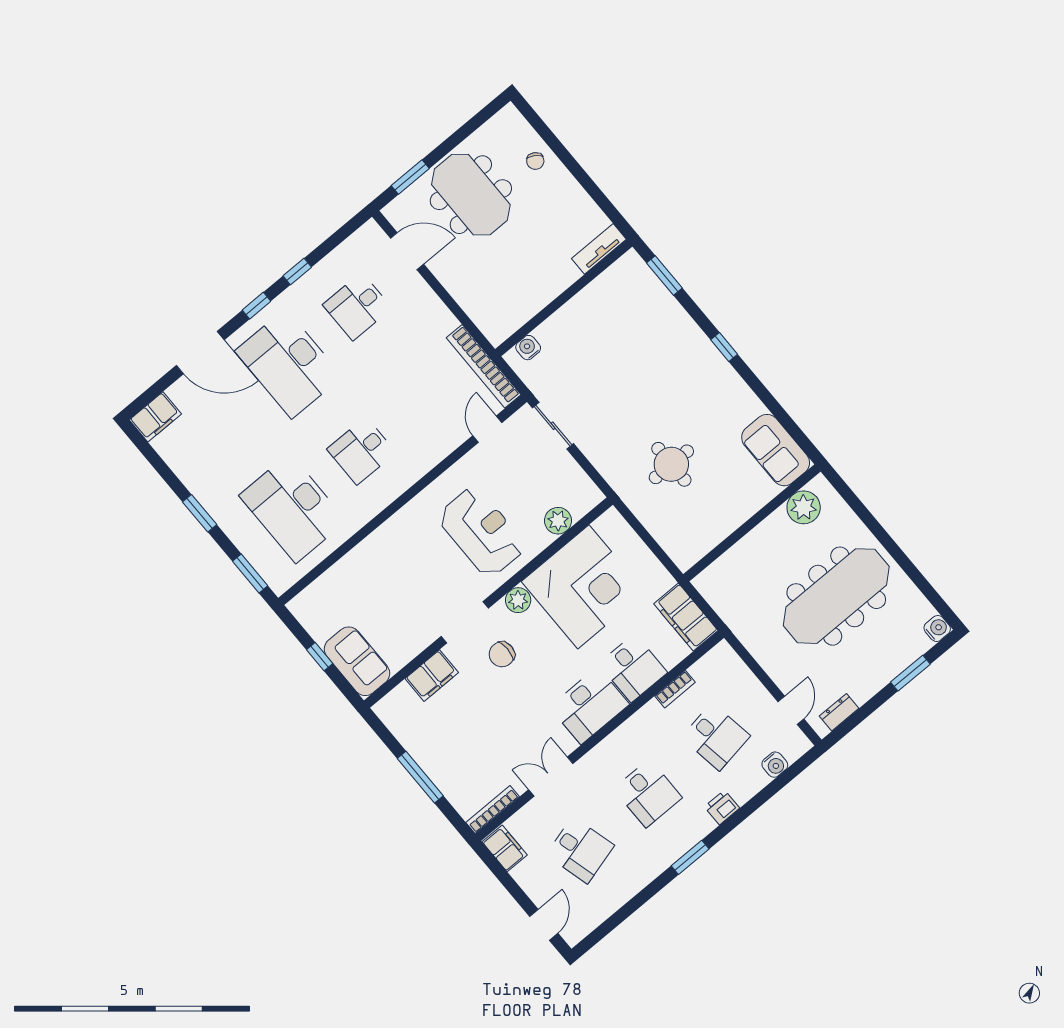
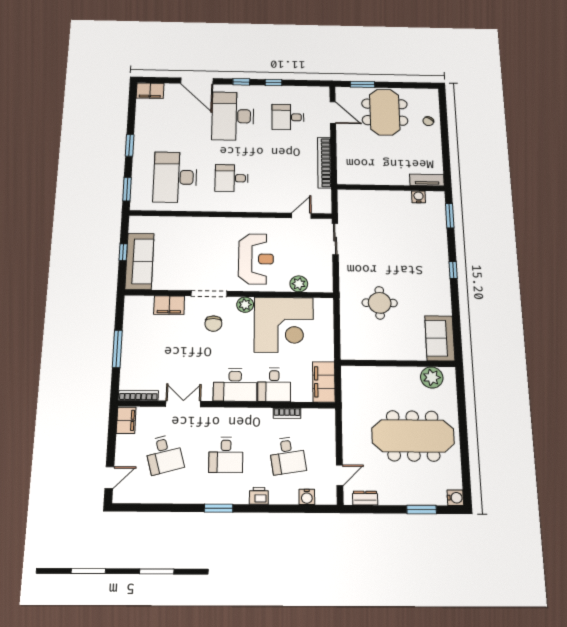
water cooler: (528, 348) -> (419, 197), moved
bookcase: (484, 366) -> (324, 163), moved
chair: (502, 654) -> (213, 324), turned -90
sofa: (357, 661) -> (140, 261), width x1.36

